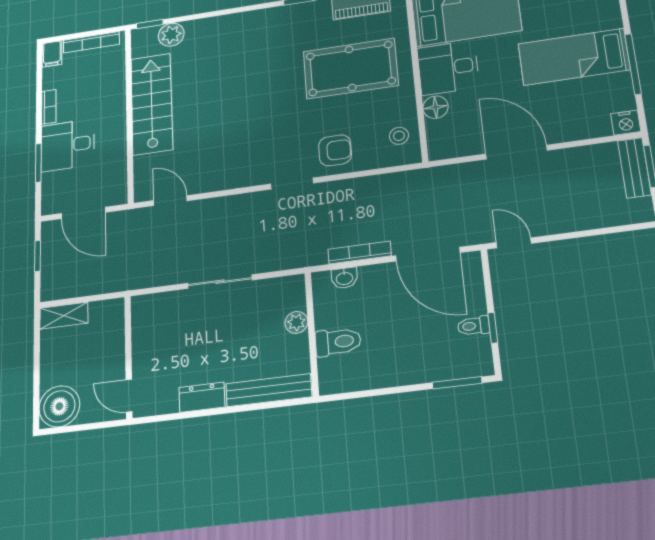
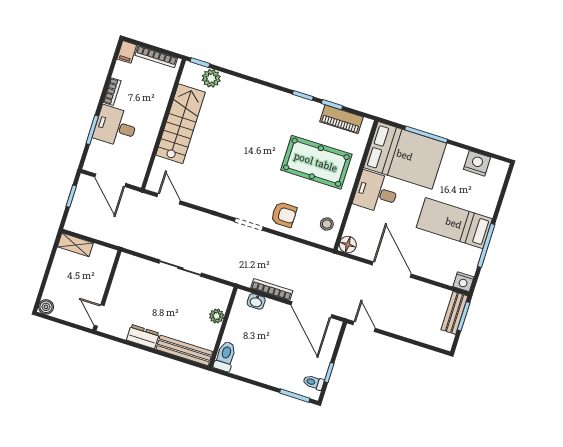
floor lamp: (436, 107) -> (348, 245), moved
toilet: (473, 326) -> (314, 382), moved
toilet: (338, 342) -> (225, 356), moved, turned -90
boiler: (59, 406) -> (46, 307), width x0.54, depth x0.54

